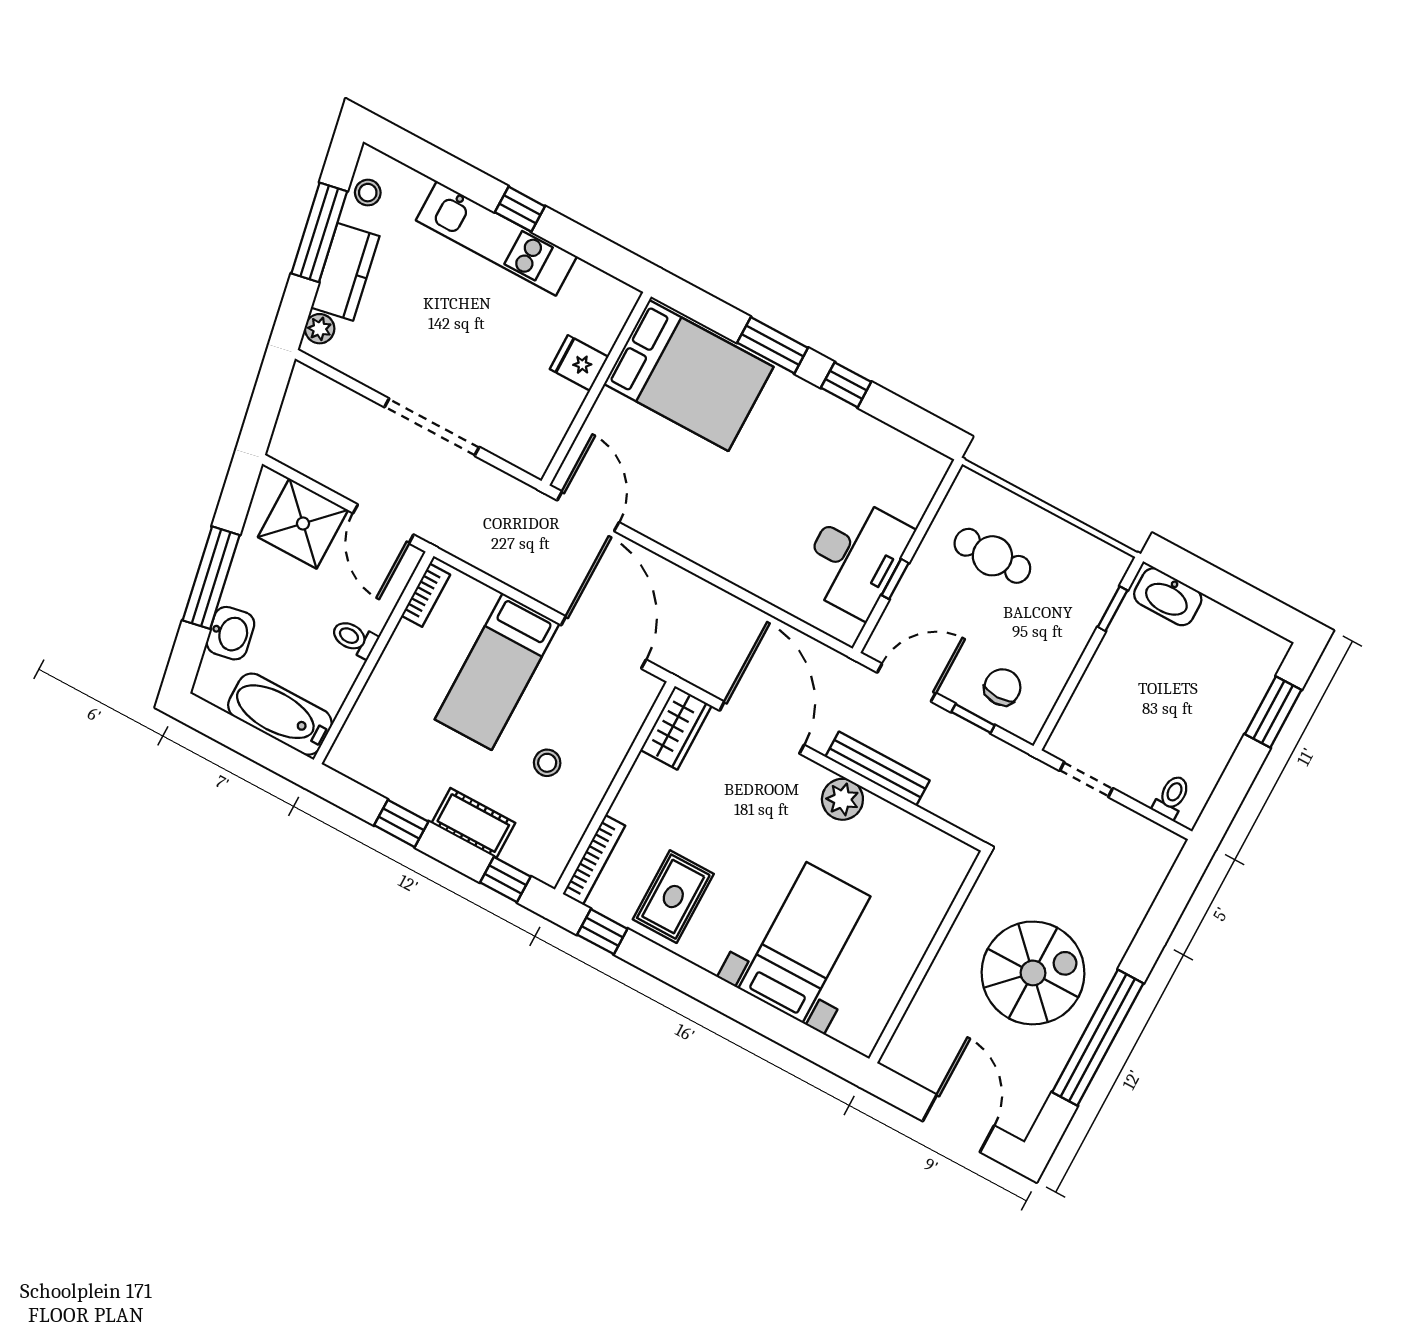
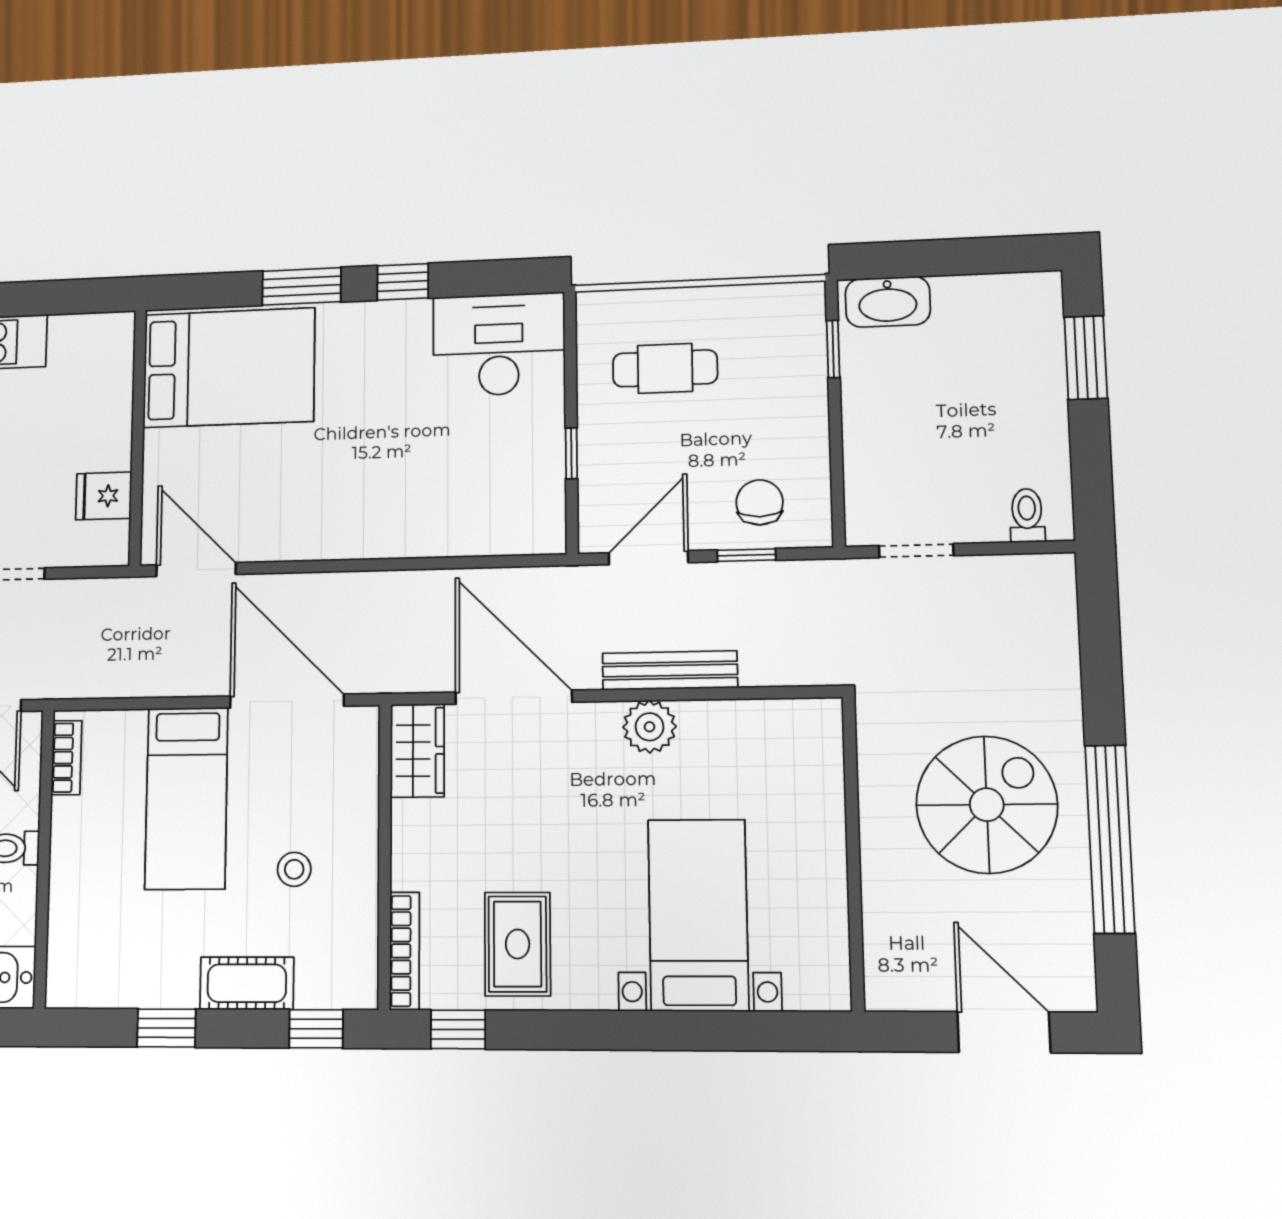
fridge: (579, 363) -> (104, 496), moved
desk: (855, 557) -> (499, 344), moved, turned -90

